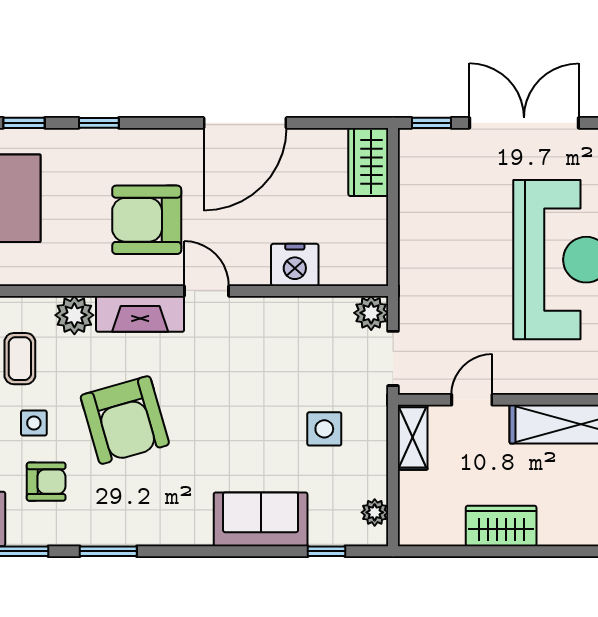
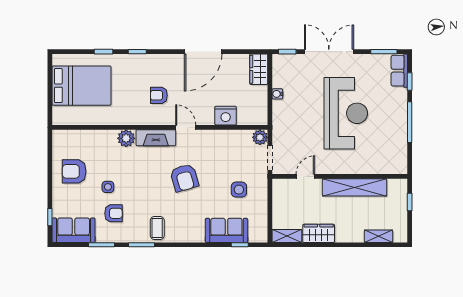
water cooler: (410, 217) -> (277, 94), added
armchair: (147, 220) -> (159, 95), width x0.53, depth x0.53
coffee table: (20, 359) -> (157, 228), moved
armchair: (125, 420) -> (184, 178), moved, width x0.73, depth x0.73
shelving: (413, 437) -> (287, 236), moved, turned 90
plant: (375, 512) -> (262, 227), removed
sofa: (261, 519) -> (226, 230), moved

